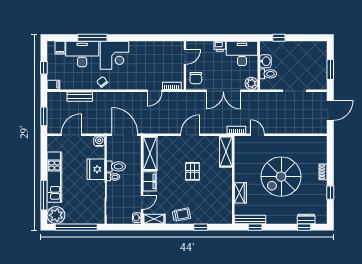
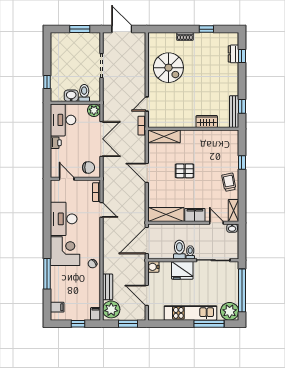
desk: (82, 54) -> (64, 219), moved
plant: (58, 100) -> (111, 309), added
spiral stairs: (281, 177) -> (168, 68), moved, width x0.73, depth x0.73

